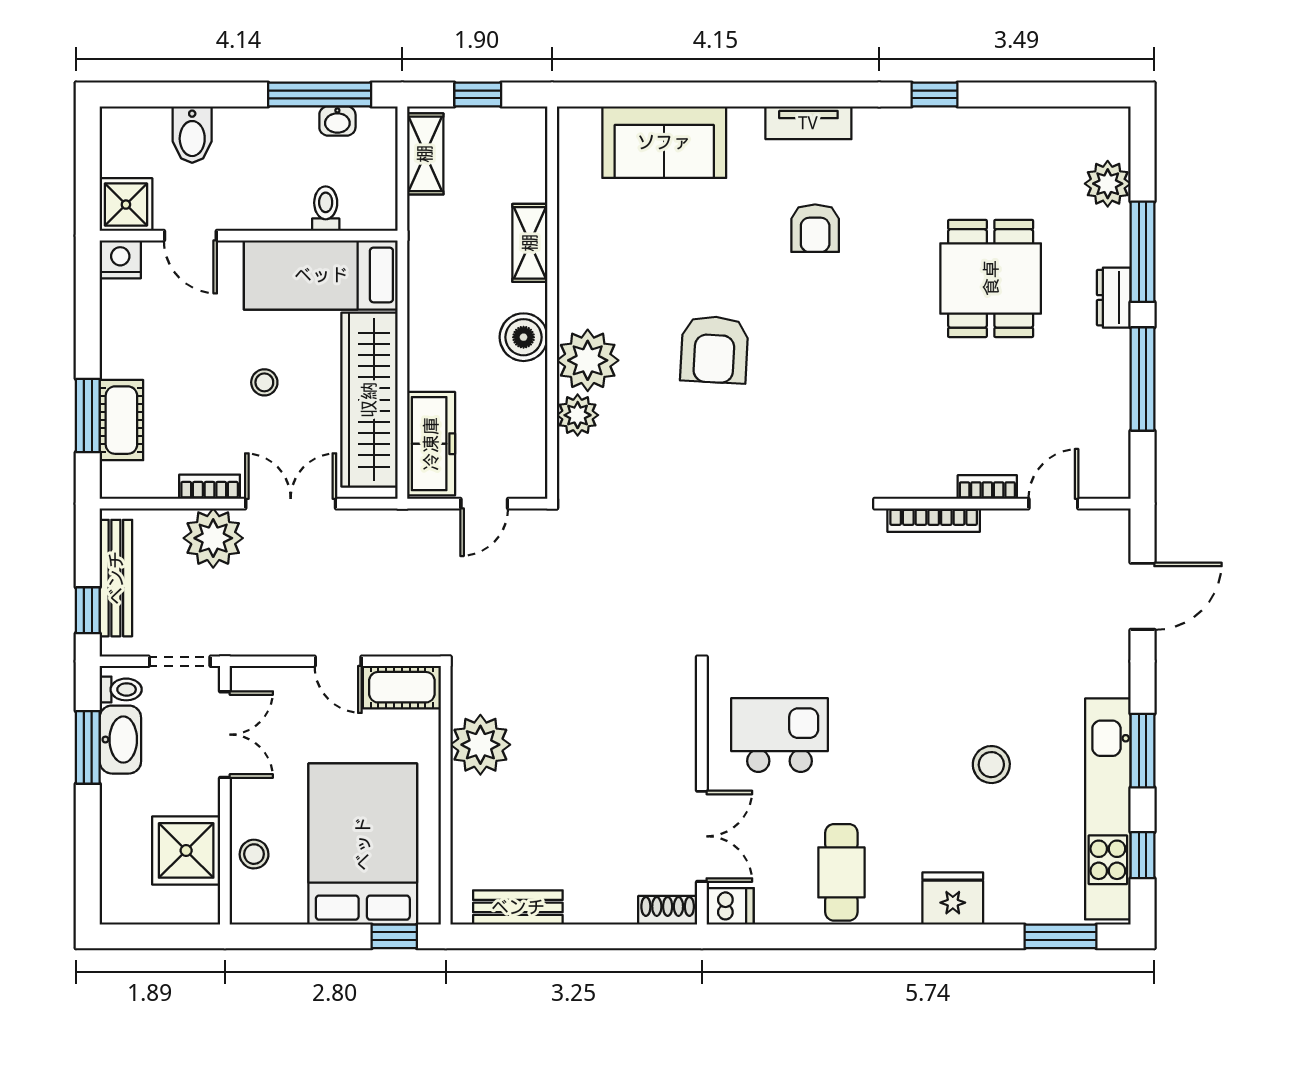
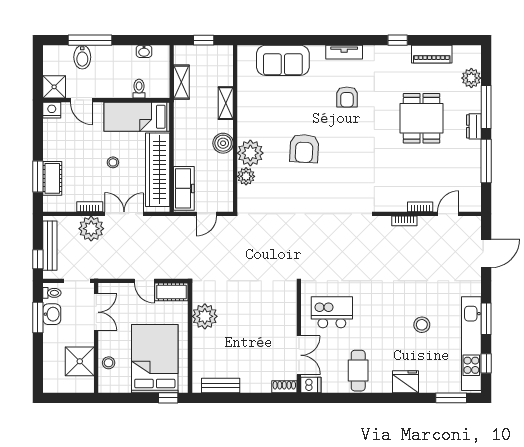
window: (320, 94) -> (90, 40), moved
piano: (1015, 127) -> (432, 54), added
shelving: (425, 154) -> (181, 82), moved
bookcase: (934, 520) -> (404, 221), width x0.64
washbasin: (120, 740) -> (52, 314), width x0.72

